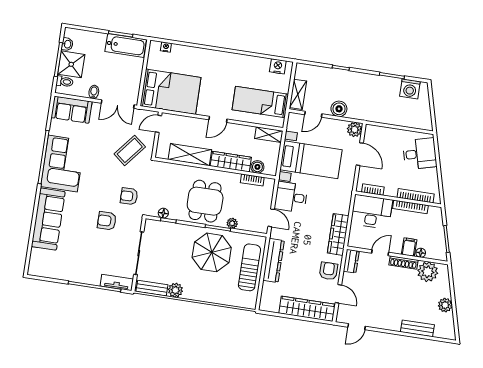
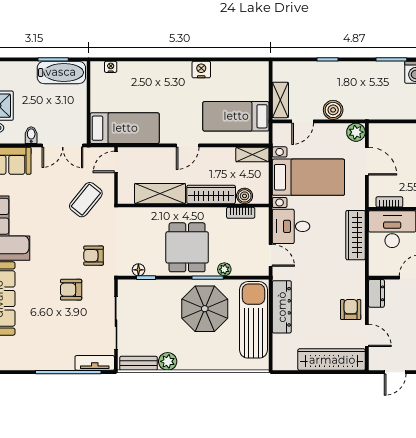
nightstand: (278, 66) -> (201, 70), moved
bed: (171, 92) -> (125, 128), width x0.67
wardrobe: (338, 234) -> (356, 235), moved
sun lounger: (249, 267) -> (254, 320), width x1.36, depth x1.34

